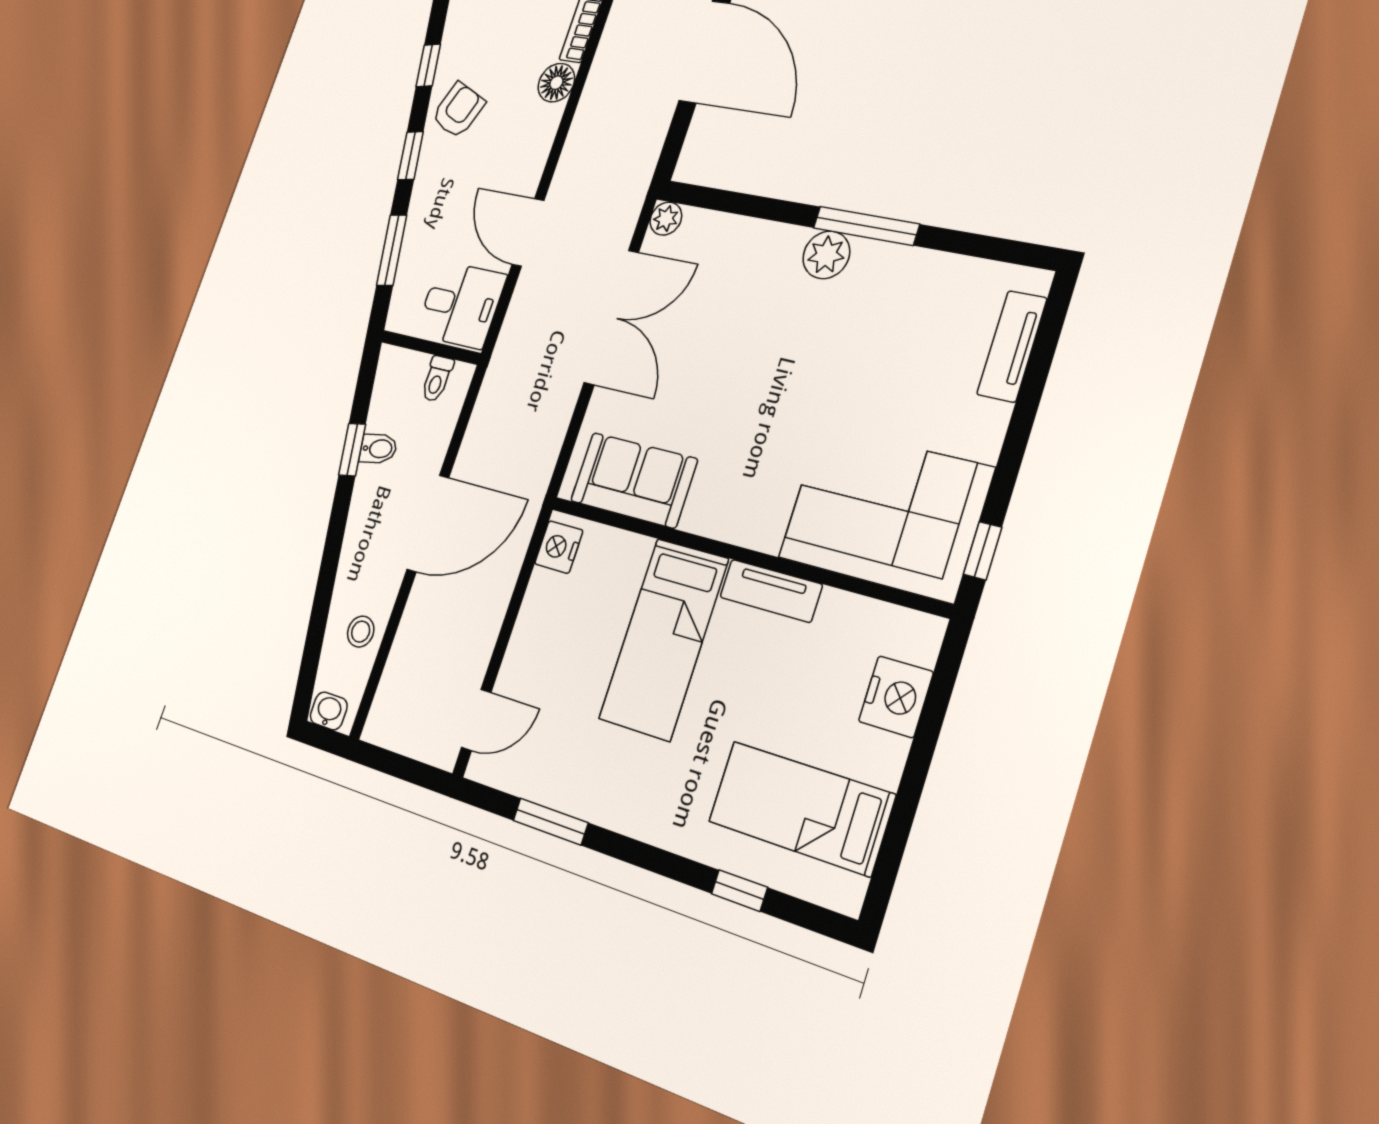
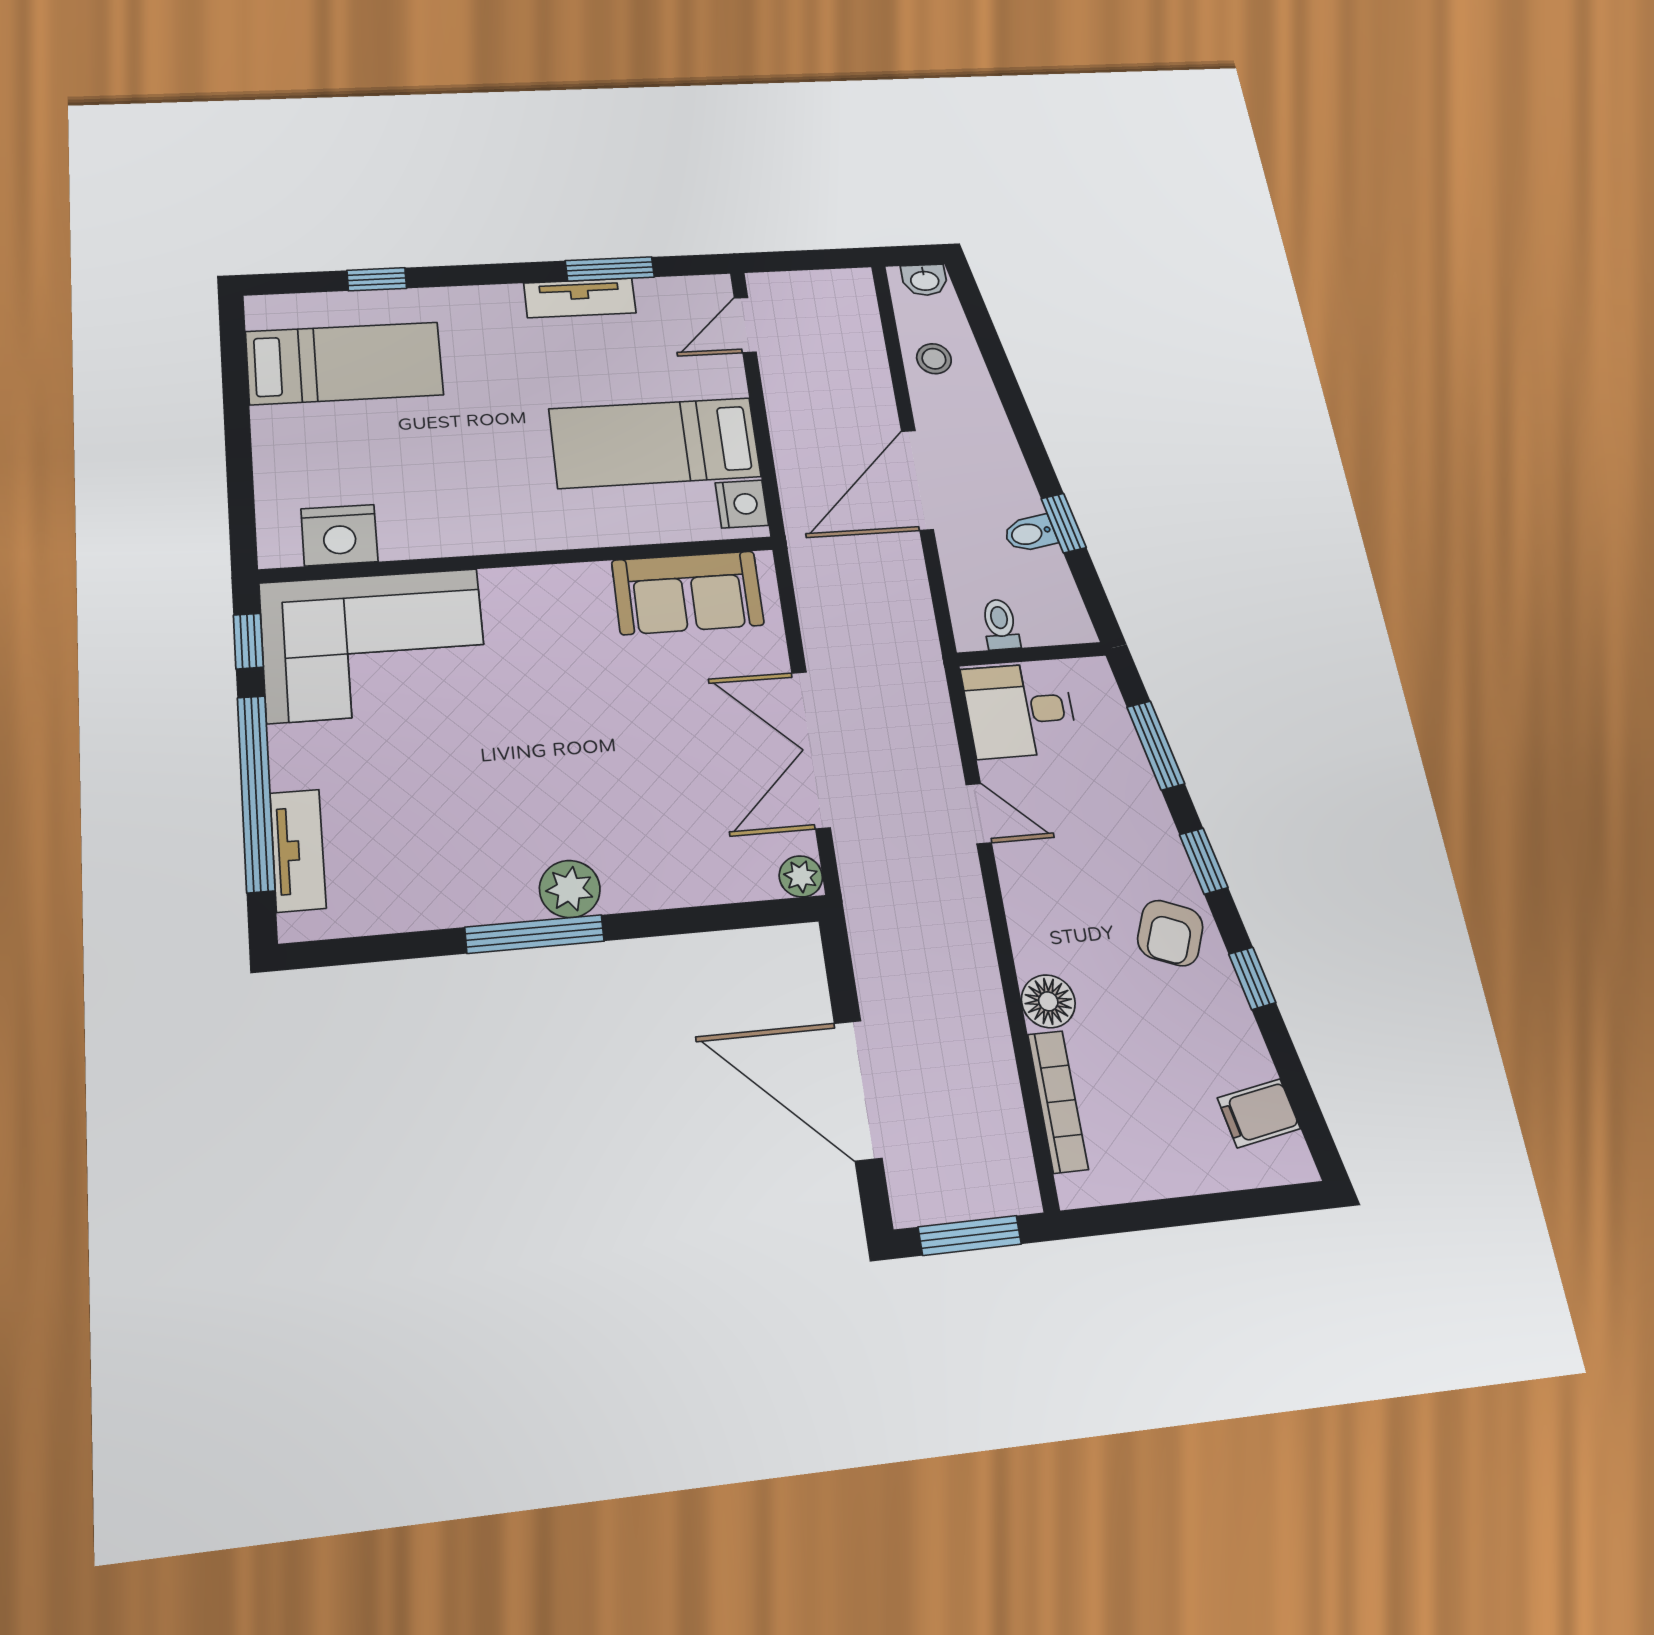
door: (528, 232) -> (979, 814), width x0.73
window: (1026, 407) -> (256, 793), added
tv unit: (771, 591) -> (580, 298), moved, turned 180
bed: (664, 639) -> (655, 443), moved, turned -90
nightstand: (896, 697) -> (339, 535), moved, turned -90

